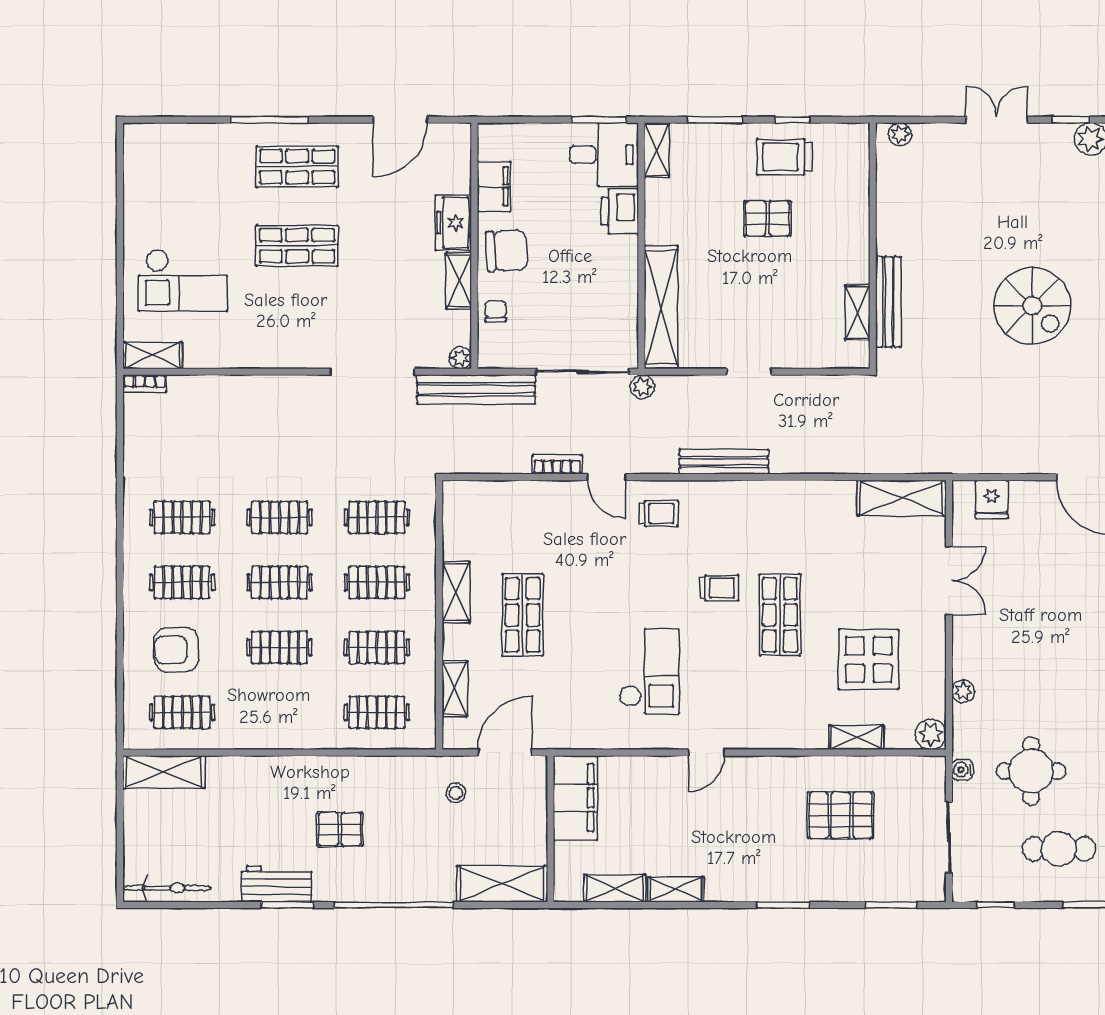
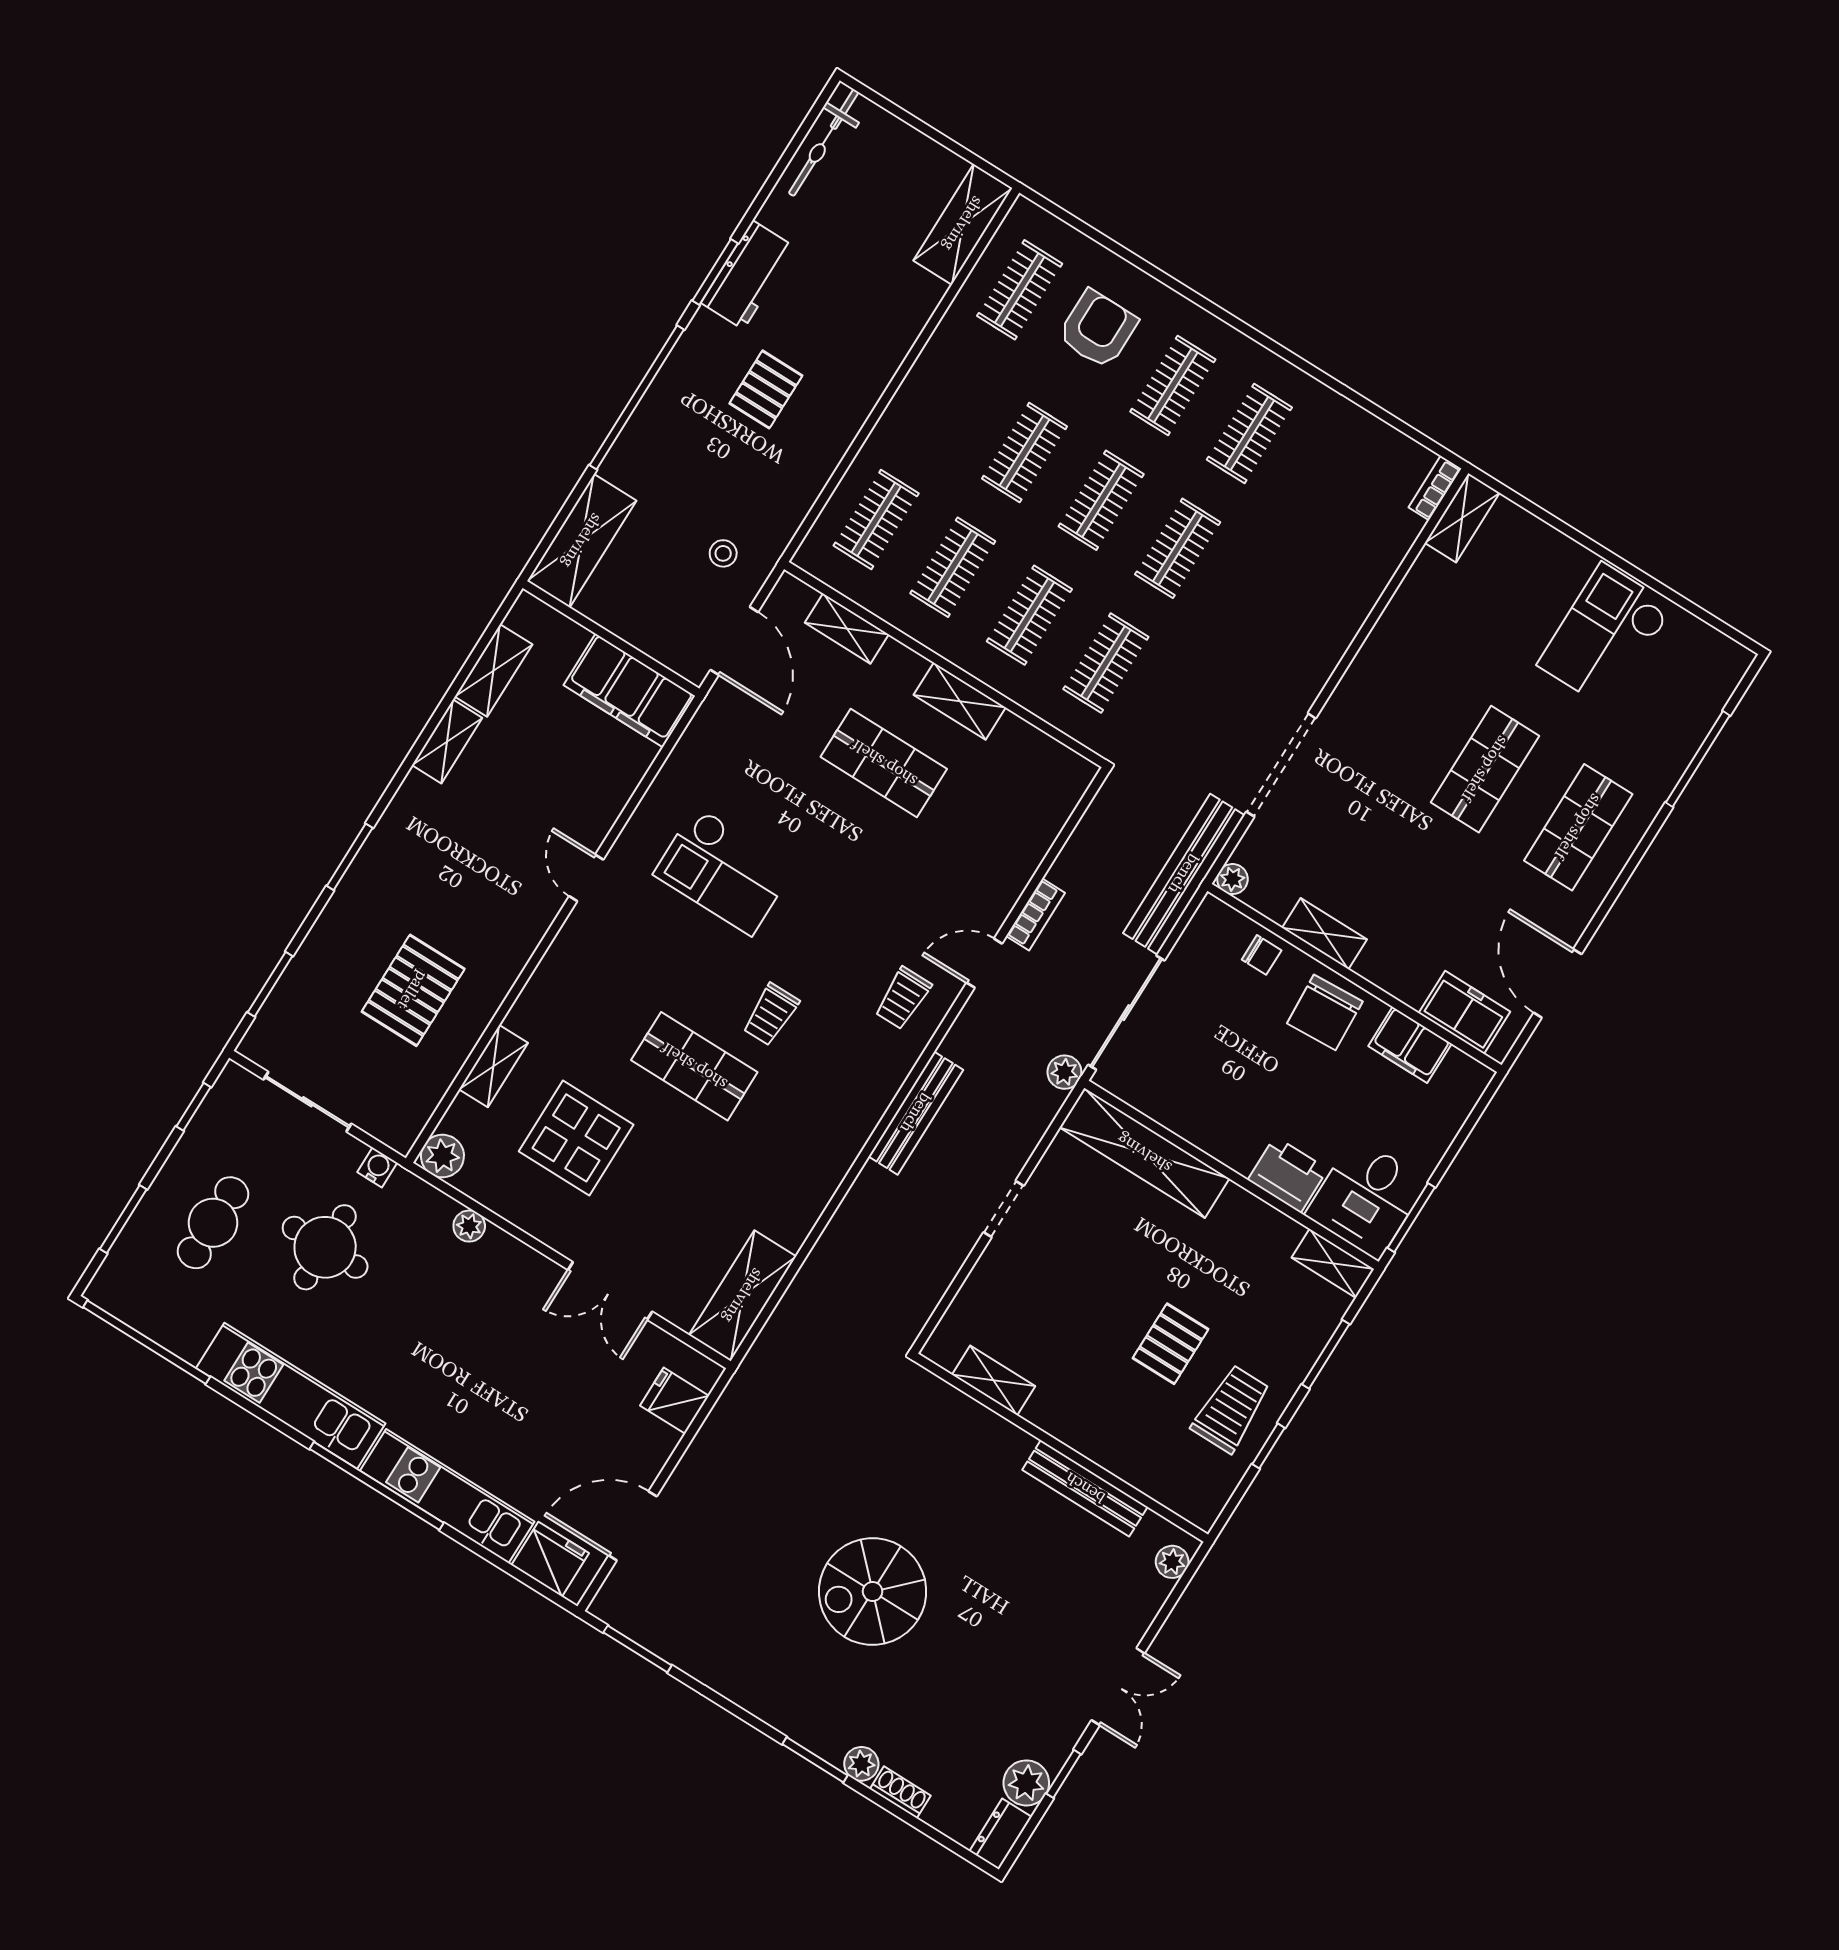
window: (270, 120) -> (1698, 759), moved
freezer: (453, 223) -> (1464, 1012), moved
checkout: (183, 280) -> (1605, 636), moved
bench: (888, 302) -> (1085, 1488), moved

